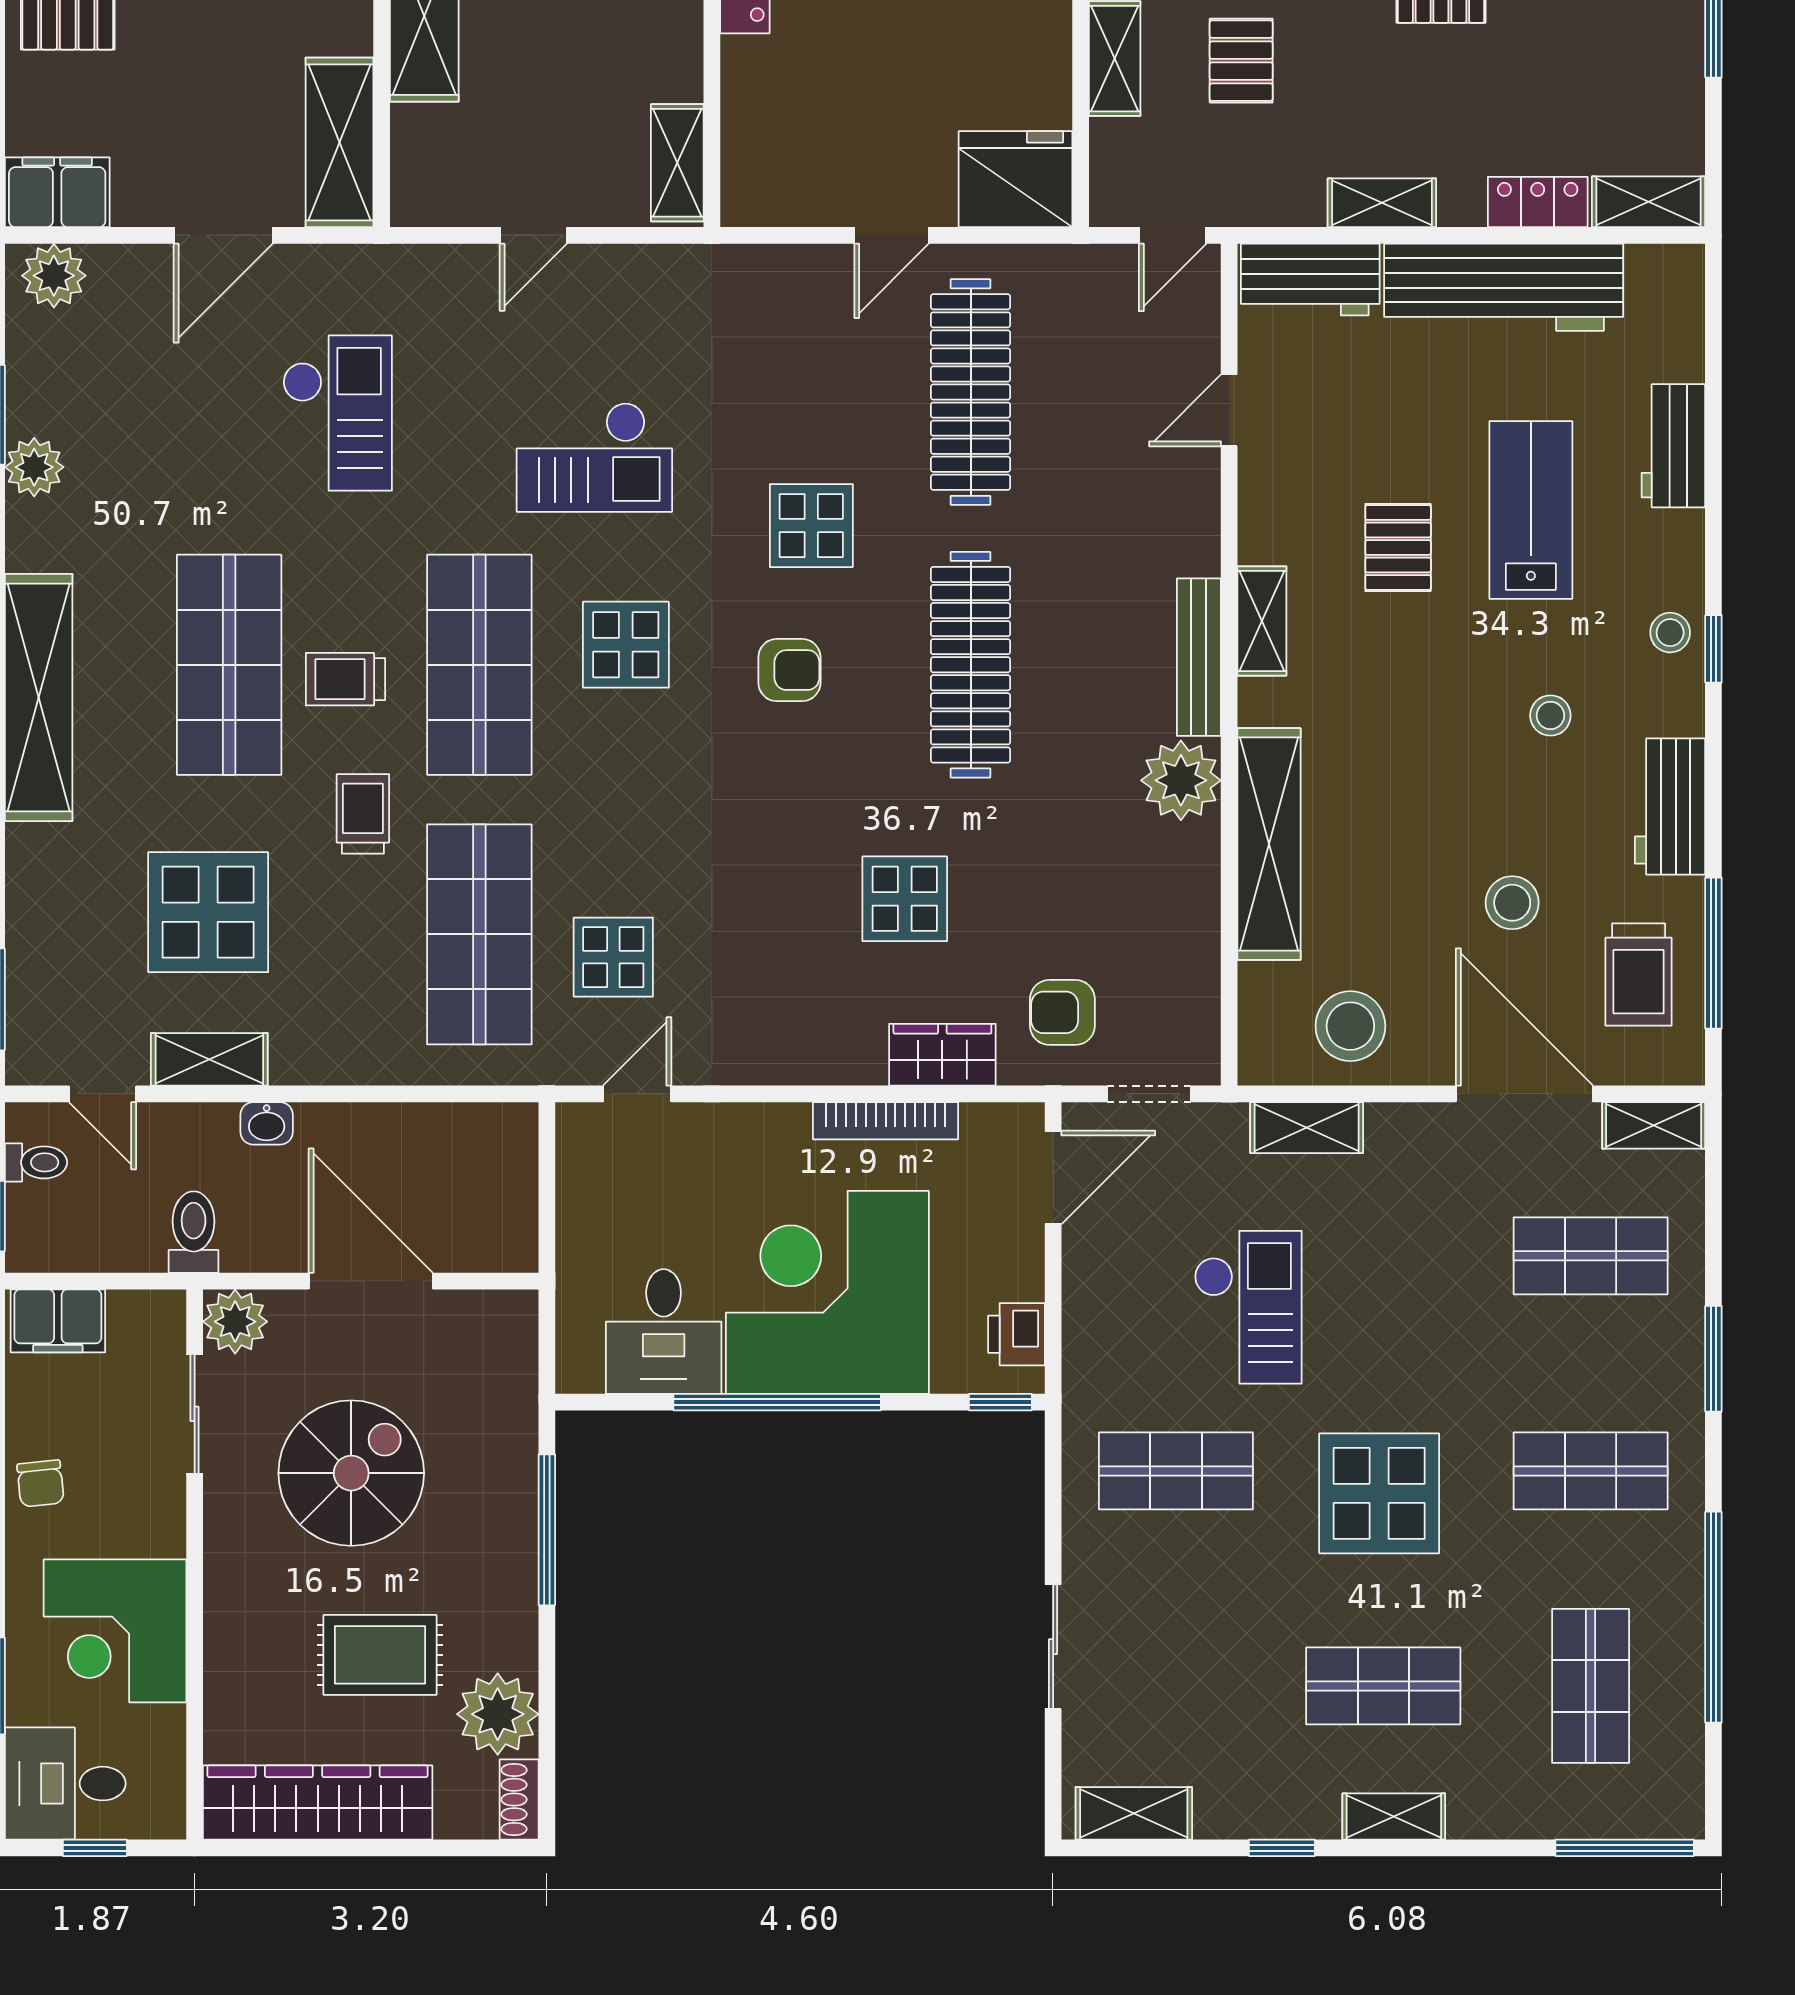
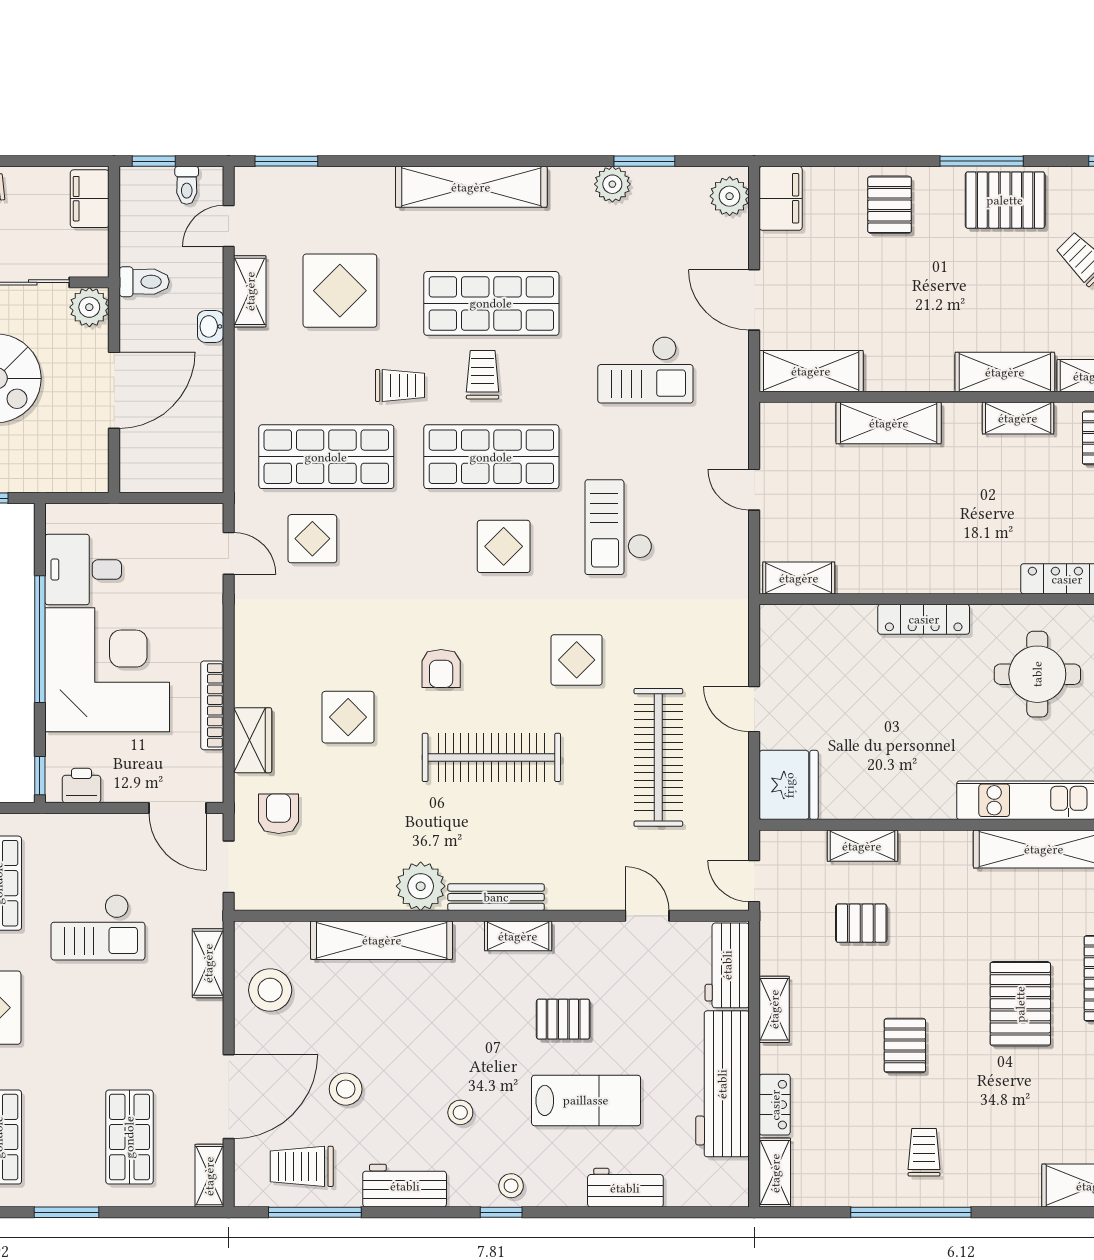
clothes rail: (971, 392) -> (658, 757), turned 90
armchair: (789, 670) -> (441, 668), moved

